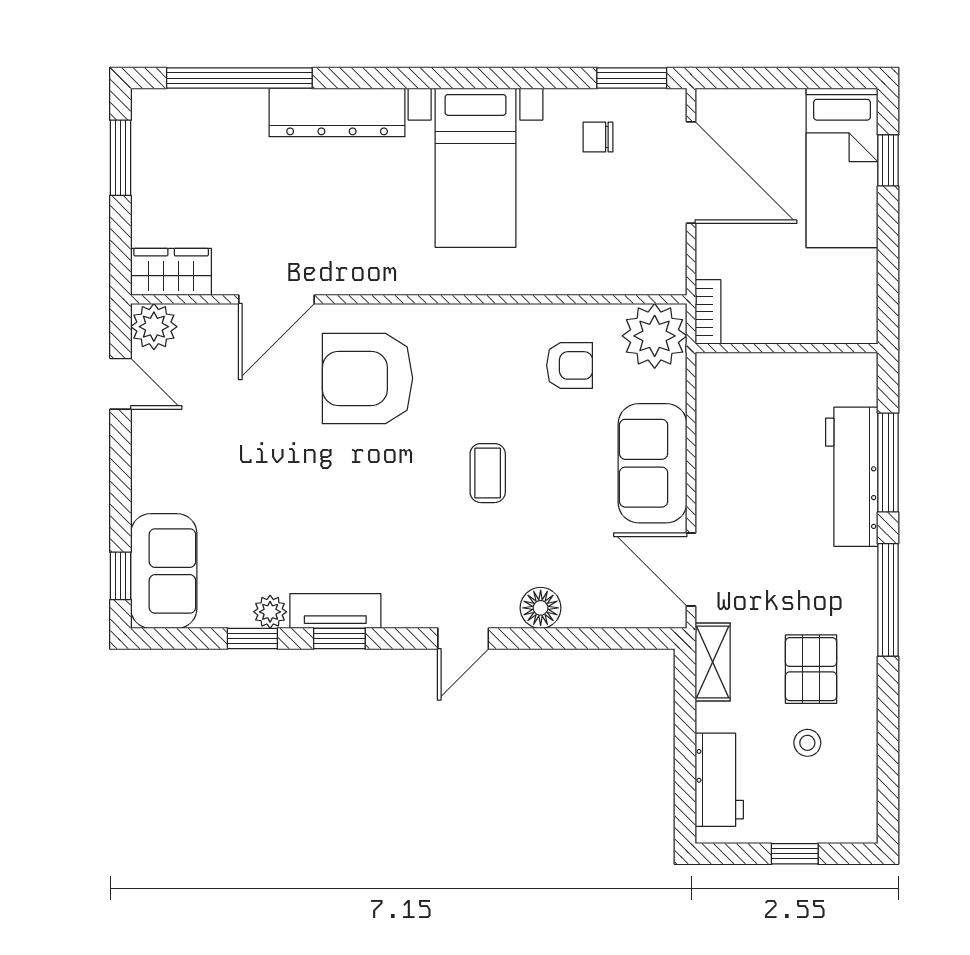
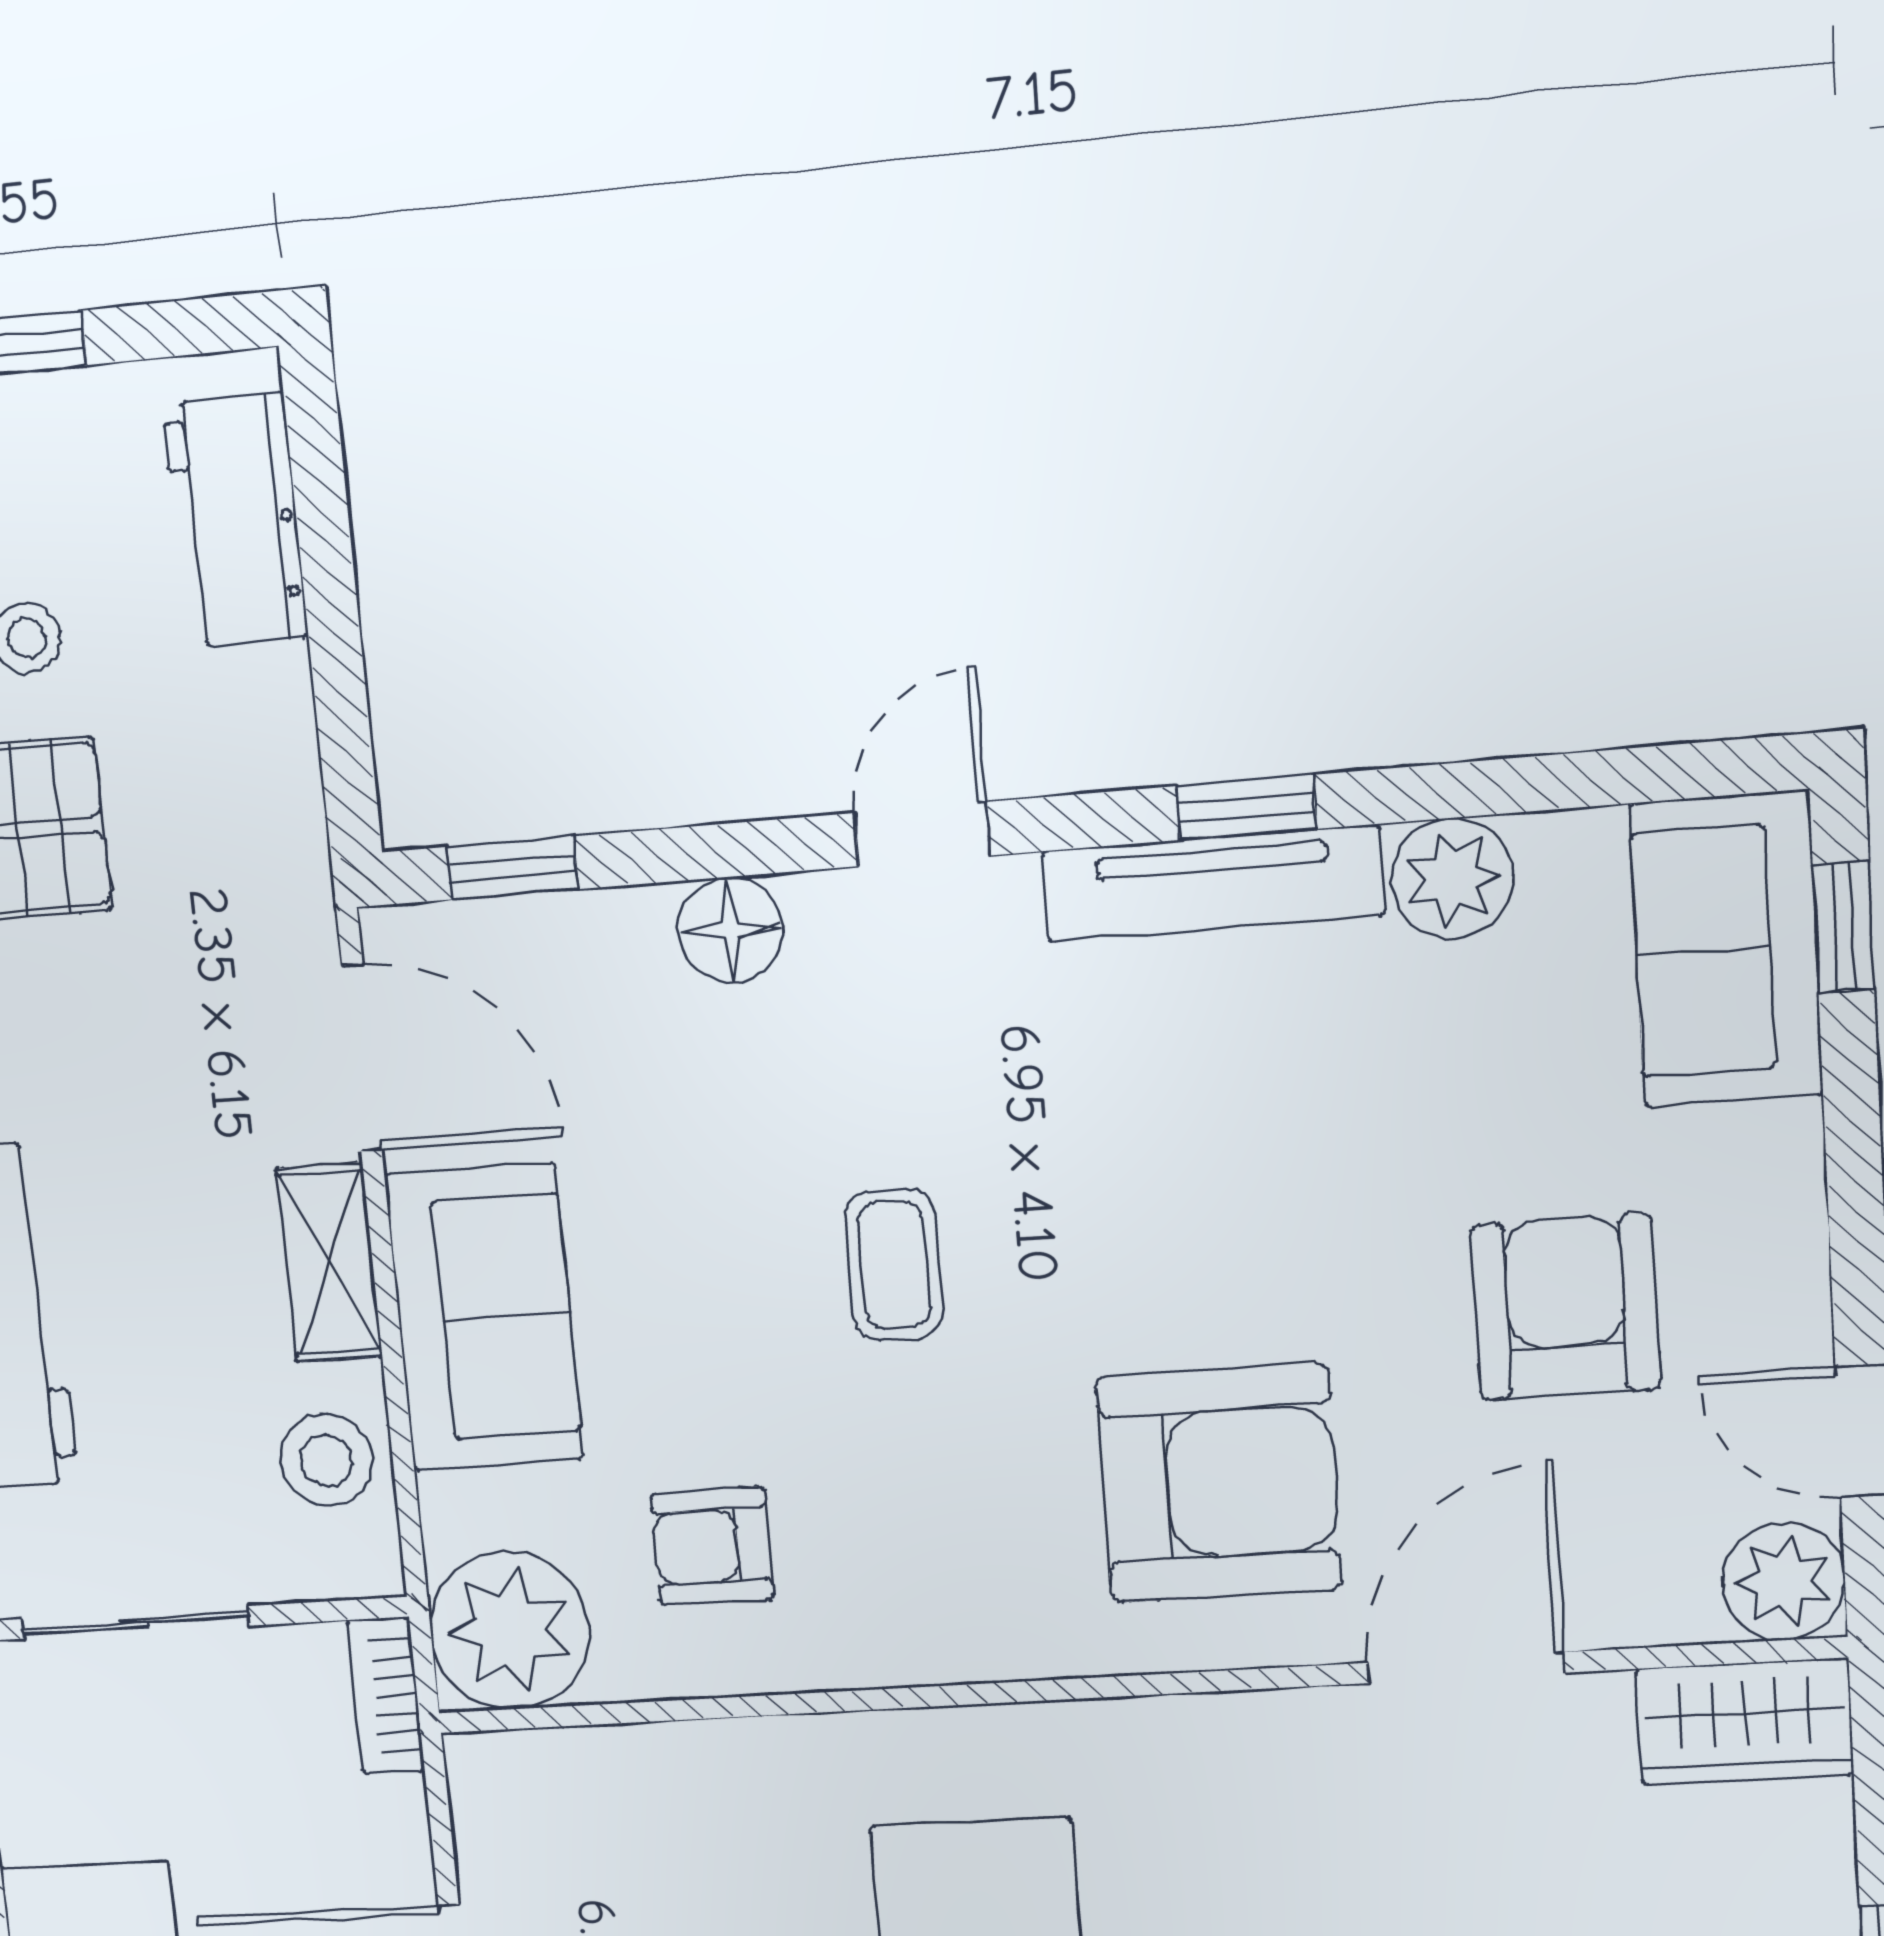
sliding door: (809, 348) -> (135, 1622), added
stool: (722, 410) -> (326, 1460), added
armchair: (231, 439) -> (1565, 1307), added
tv unit: (335, 611) -> (1213, 883), width x1.41
plant: (270, 612) -> (1452, 878), width x1.38, depth x1.38
window: (252, 638) -> (513, 868), moved
shelving: (713, 662) -> (330, 1263), moved

